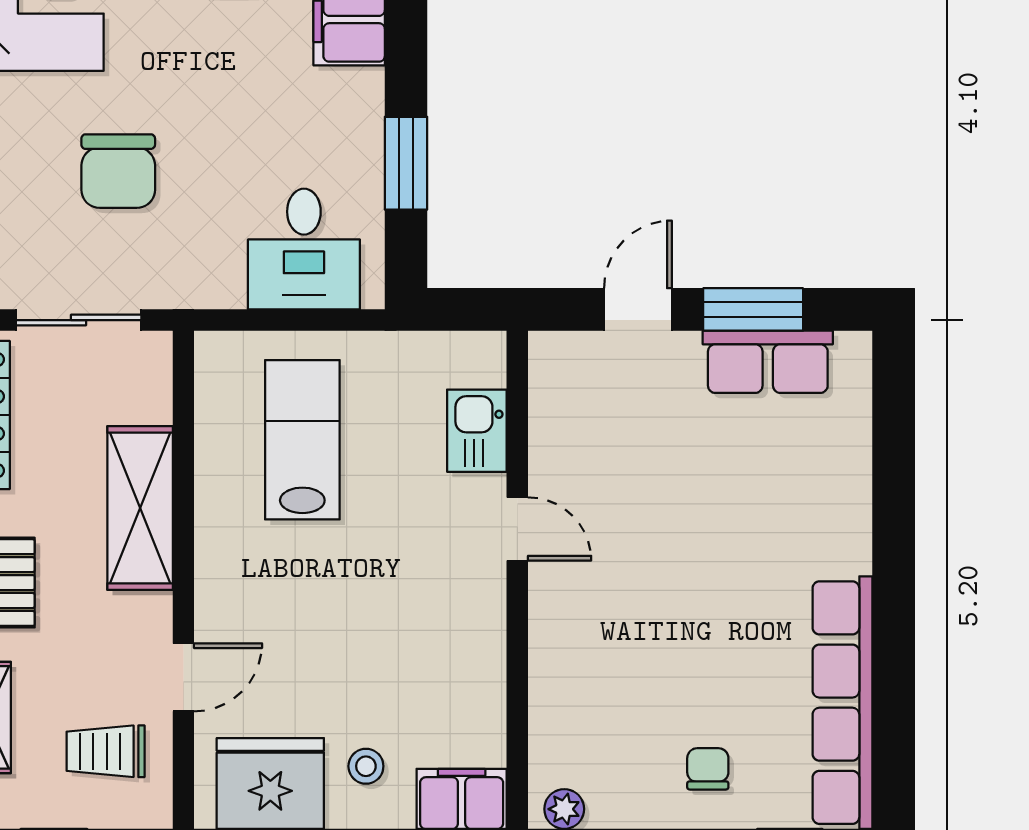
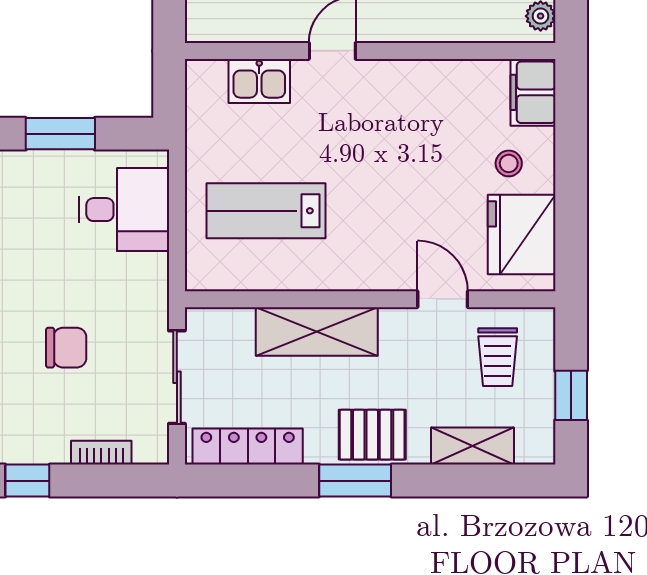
chair: (118, 171) -> (66, 348), width x0.73, depth x0.73

